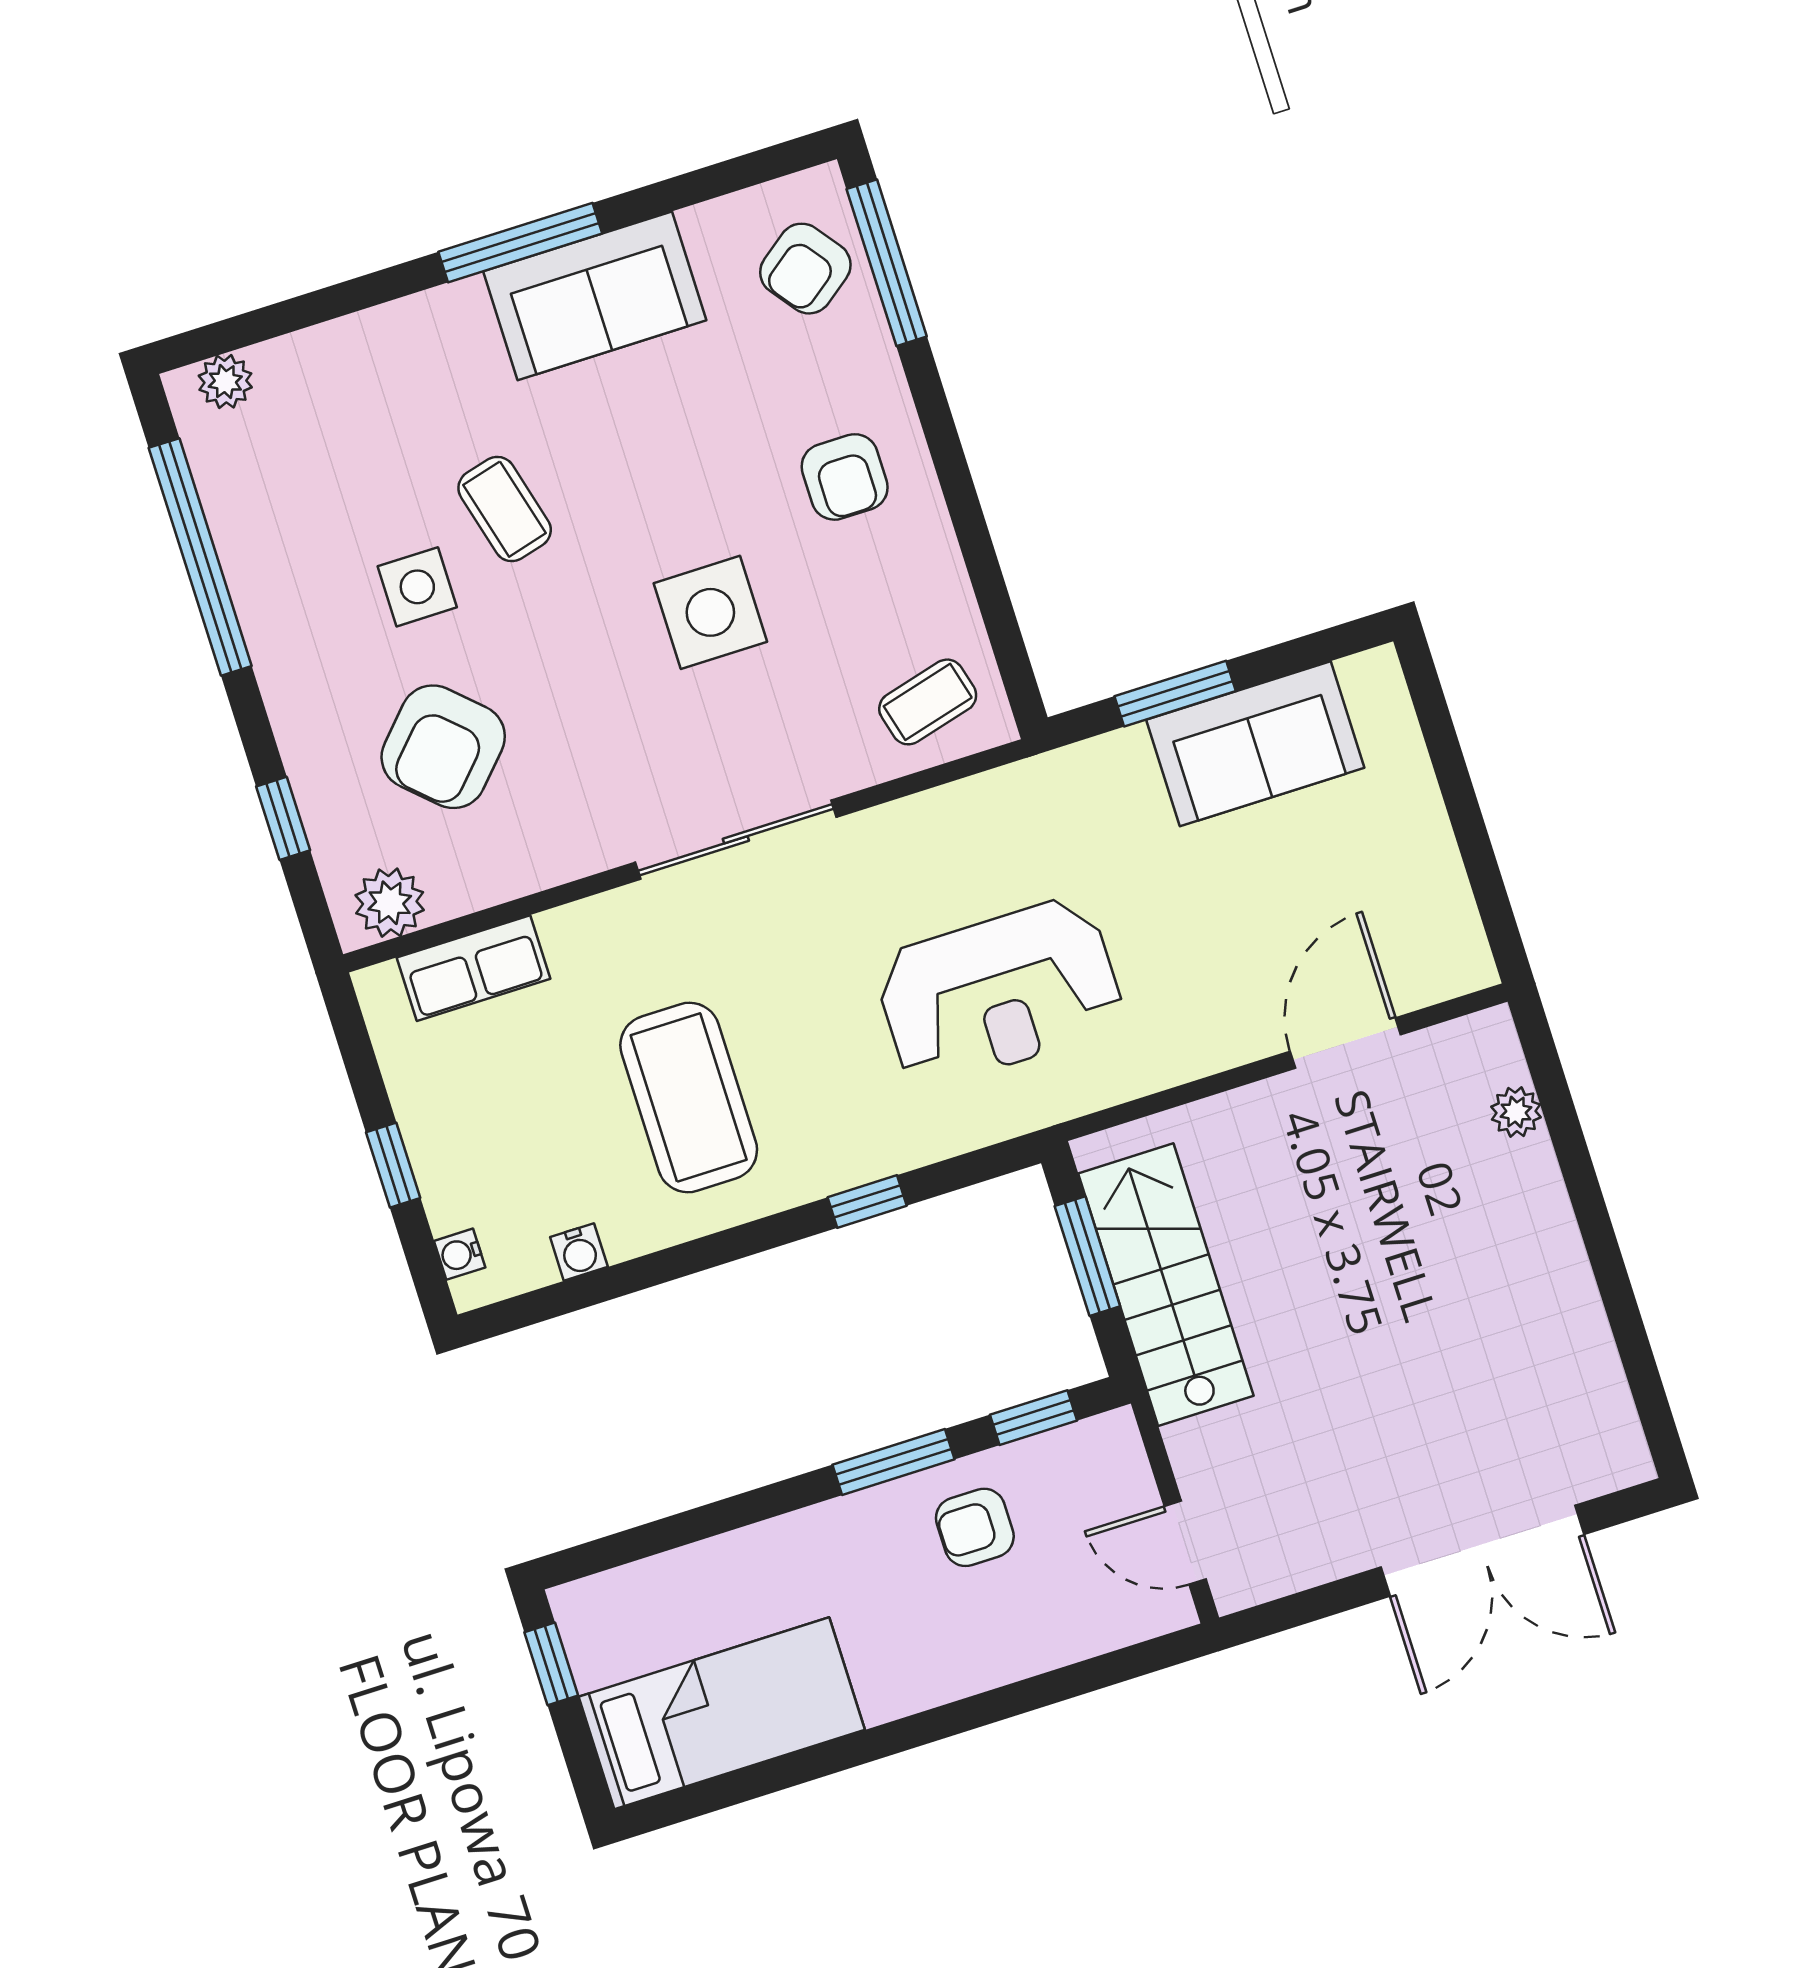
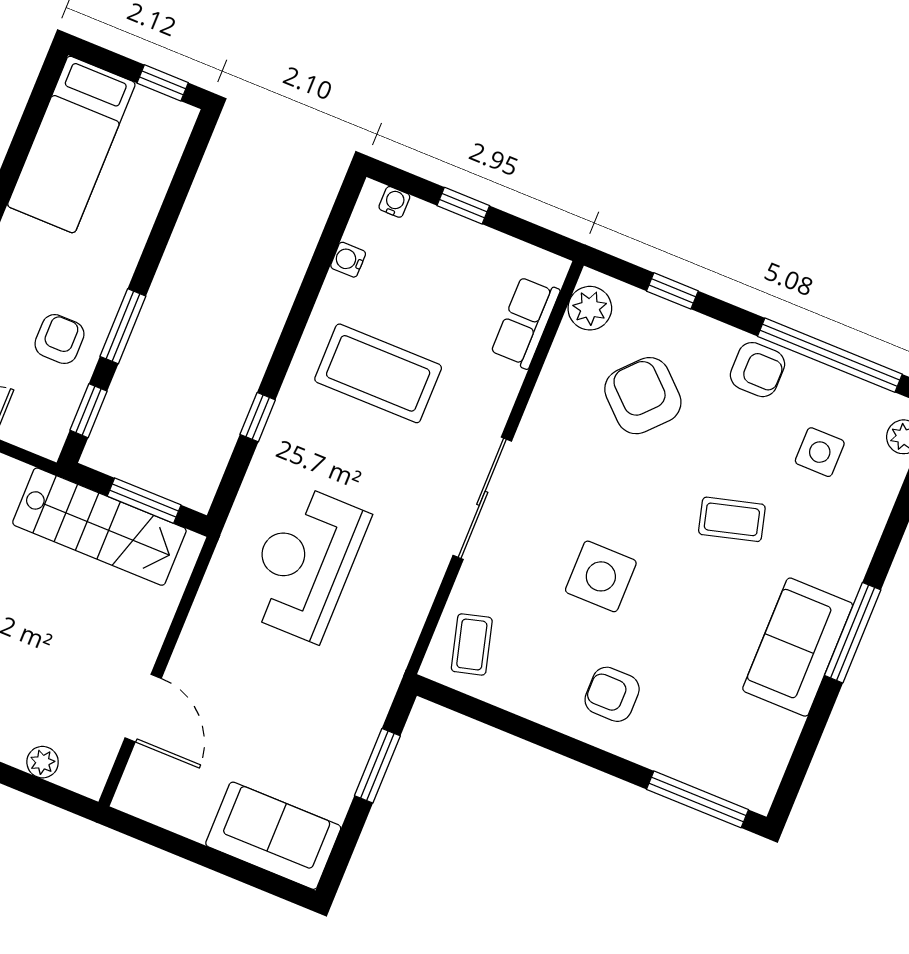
armchair: (805, 269) -> (757, 370), moved, turned 127
side table: (417, 587) -> (820, 452), moved
sofa: (1255, 744) -> (273, 836), moved, turned 90

